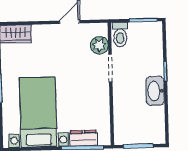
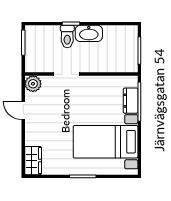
toilet: (120, 35) -> (67, 37), moved, turned 90
plant: (99, 45) -> (33, 84), moved

